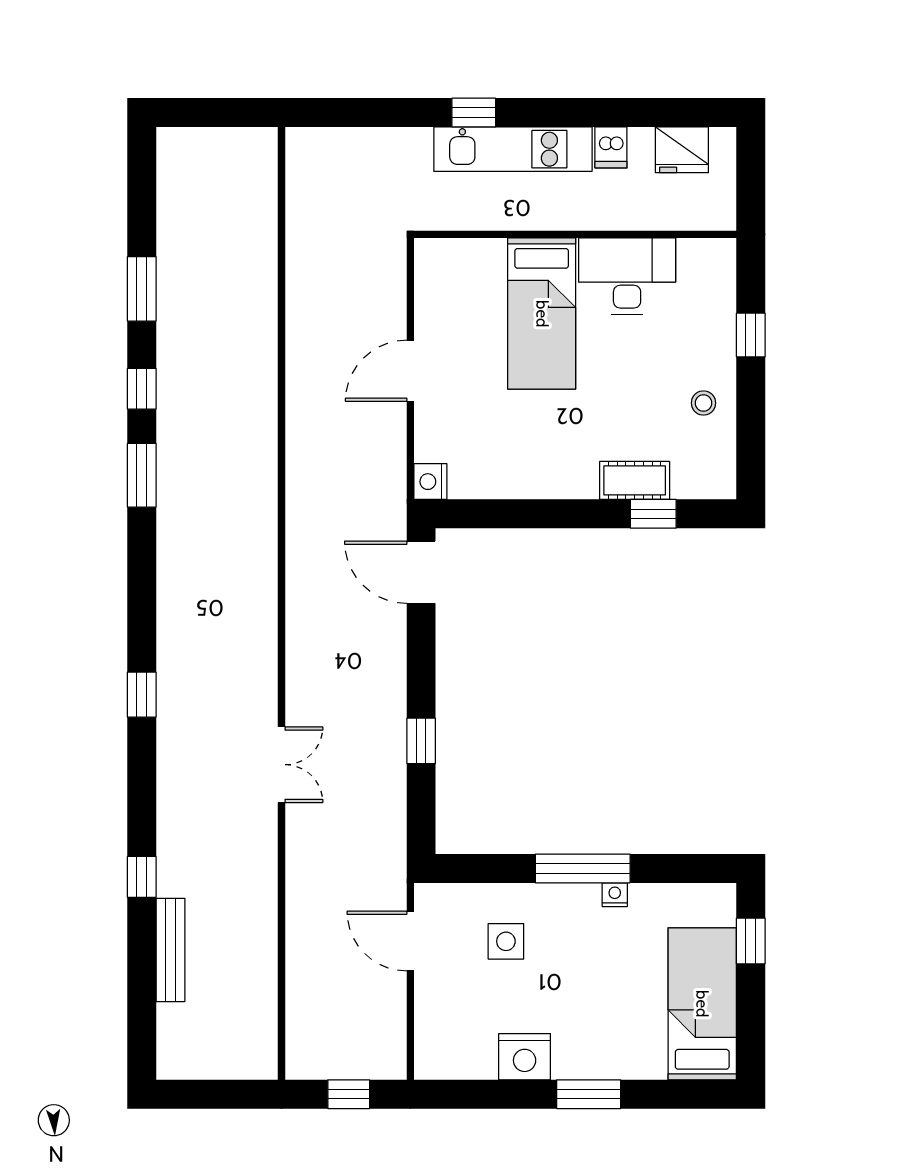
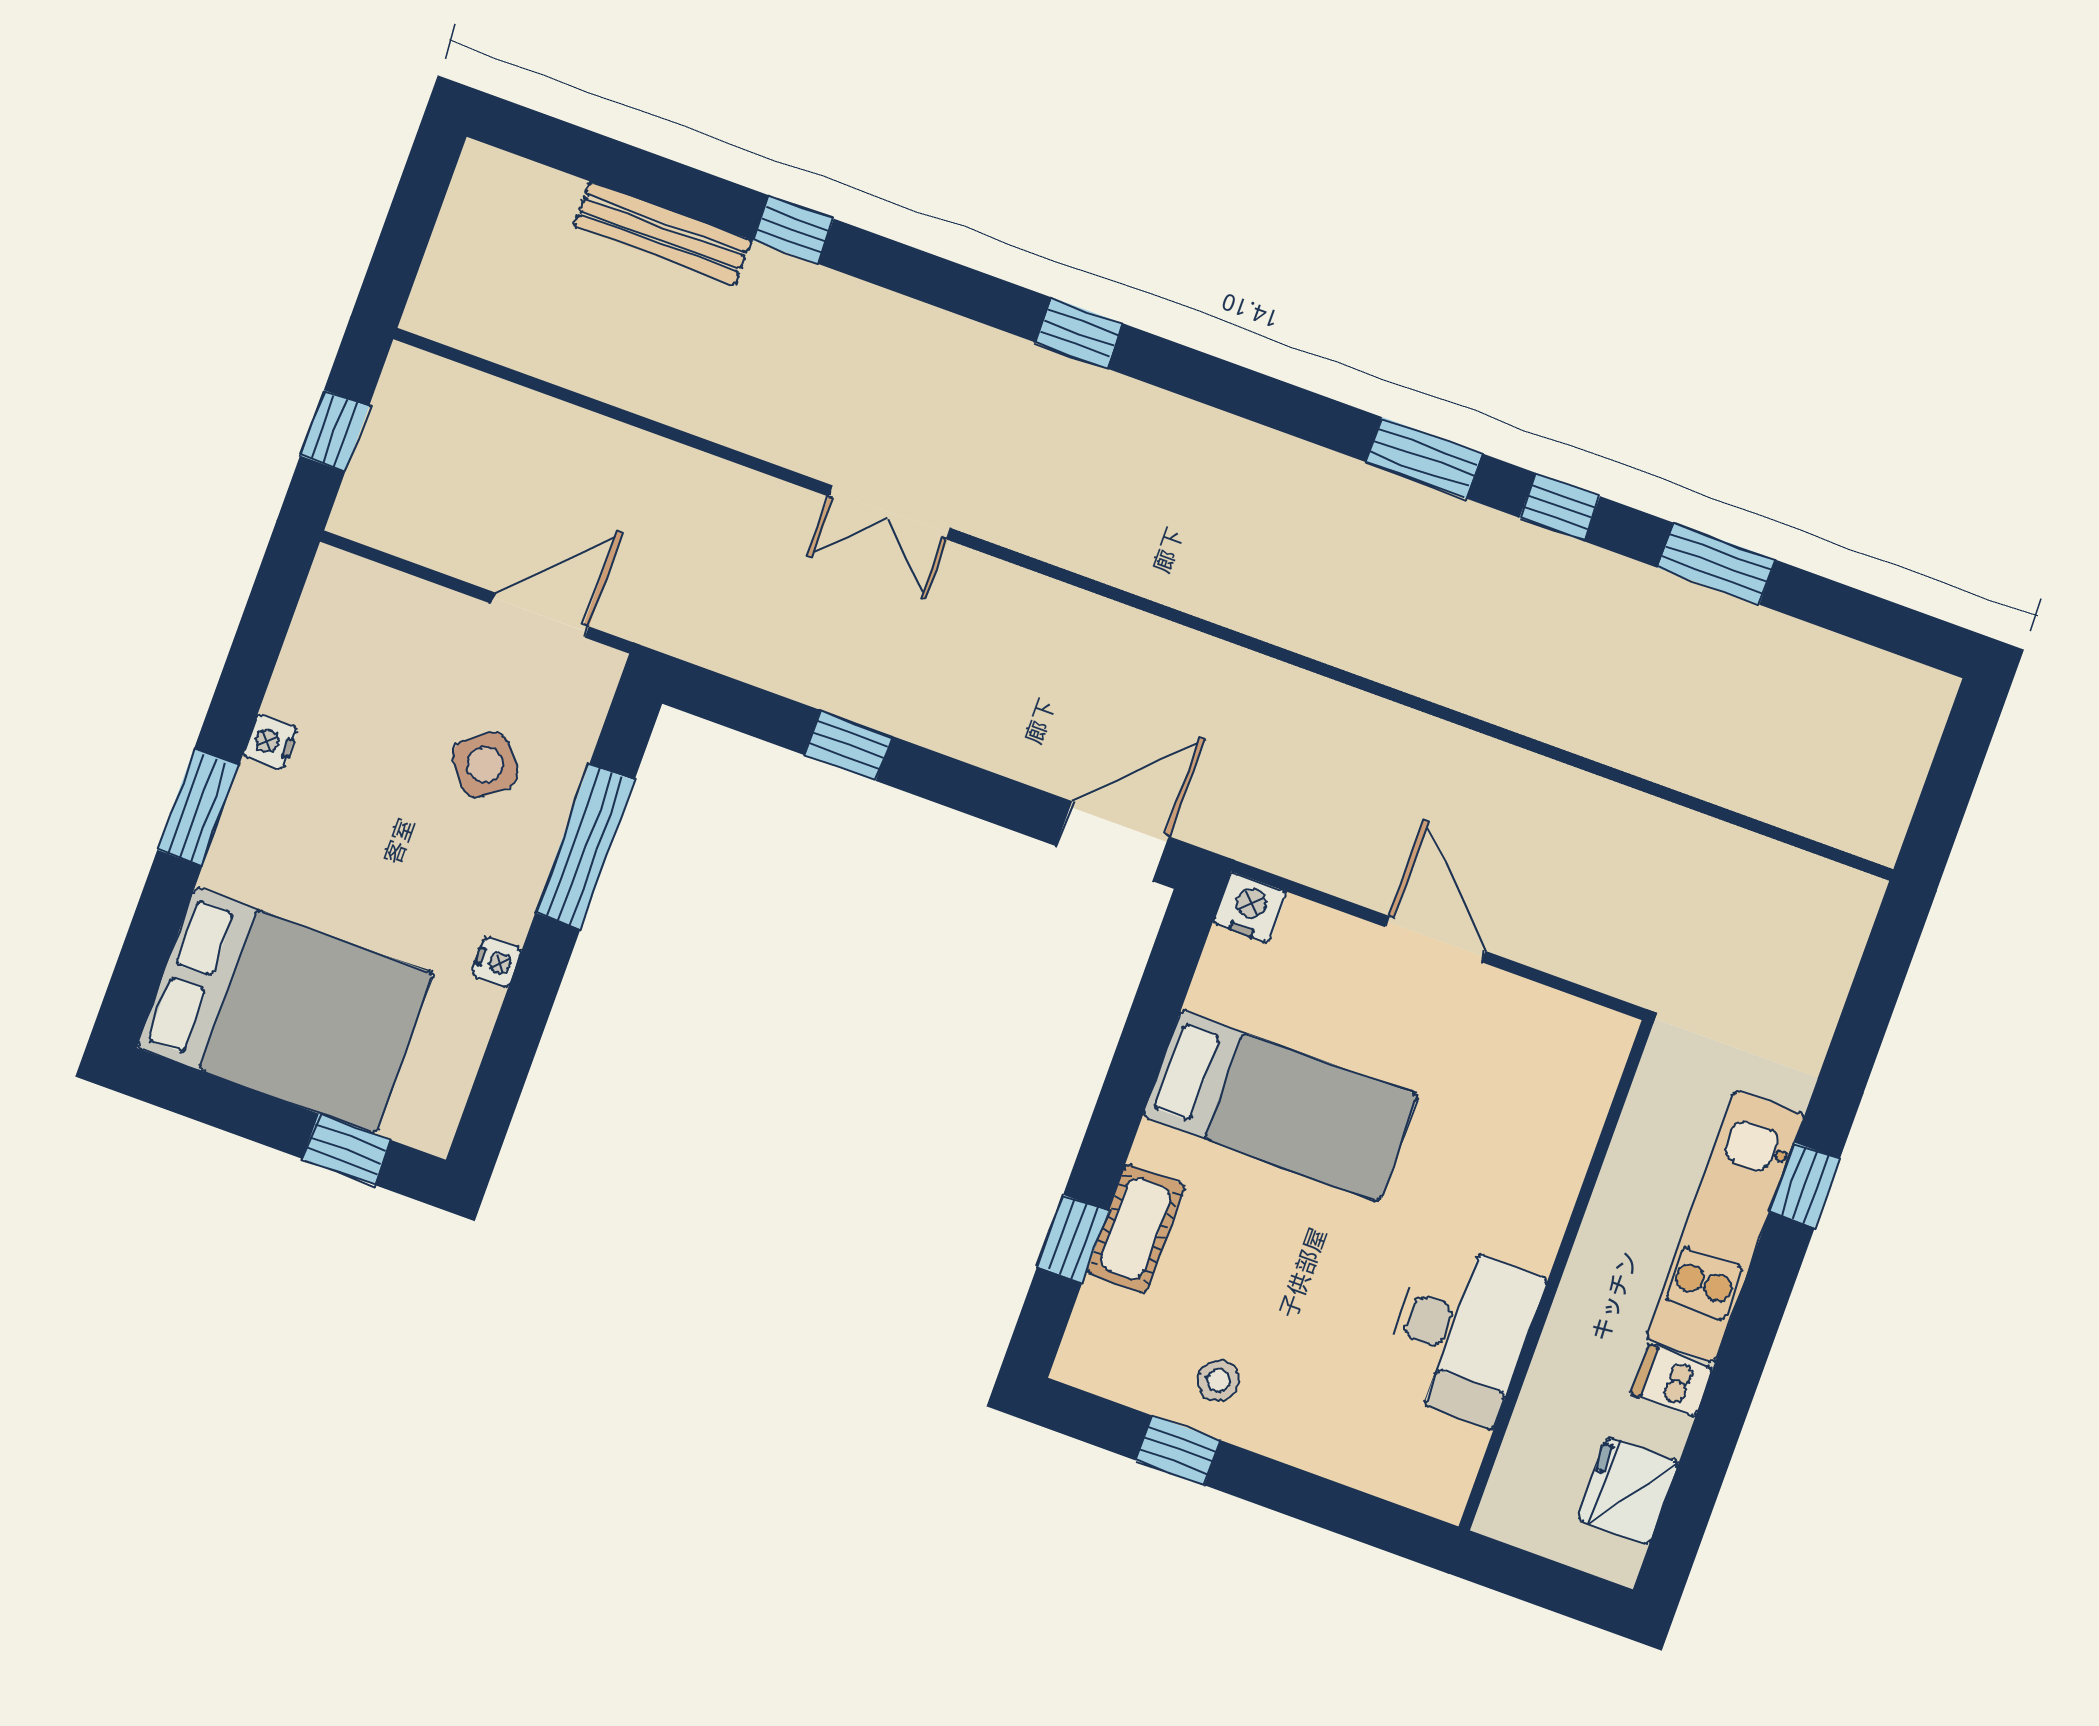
bed: (542, 314) -> (1280, 1106), moved, turned 180
window: (751, 335) -> (1178, 1450), moved
window: (583, 868) -> (585, 846), moved
side table: (506, 941) -> (485, 765), turned -38
bed: (702, 1004) -> (285, 1010), width x1.50
nightstand: (525, 1057) -> (270, 742), width x0.53, depth x0.56

